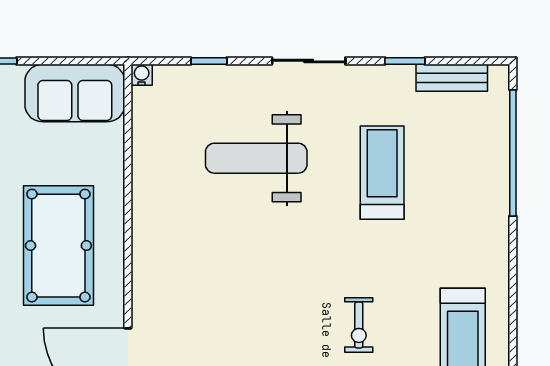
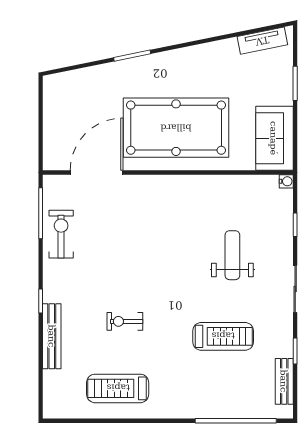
weight bench: (256, 158) -> (232, 255), width x0.73, depth x0.75
pool table: (58, 246) -> (176, 128), width x1.36, depth x1.32

